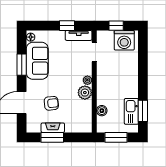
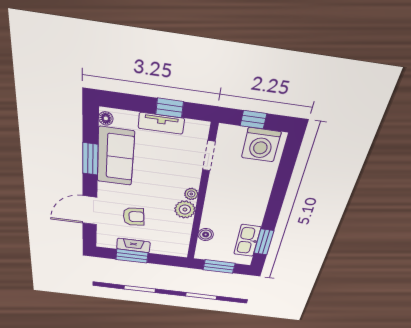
tv unit: (79, 35) -> (161, 123), moved

